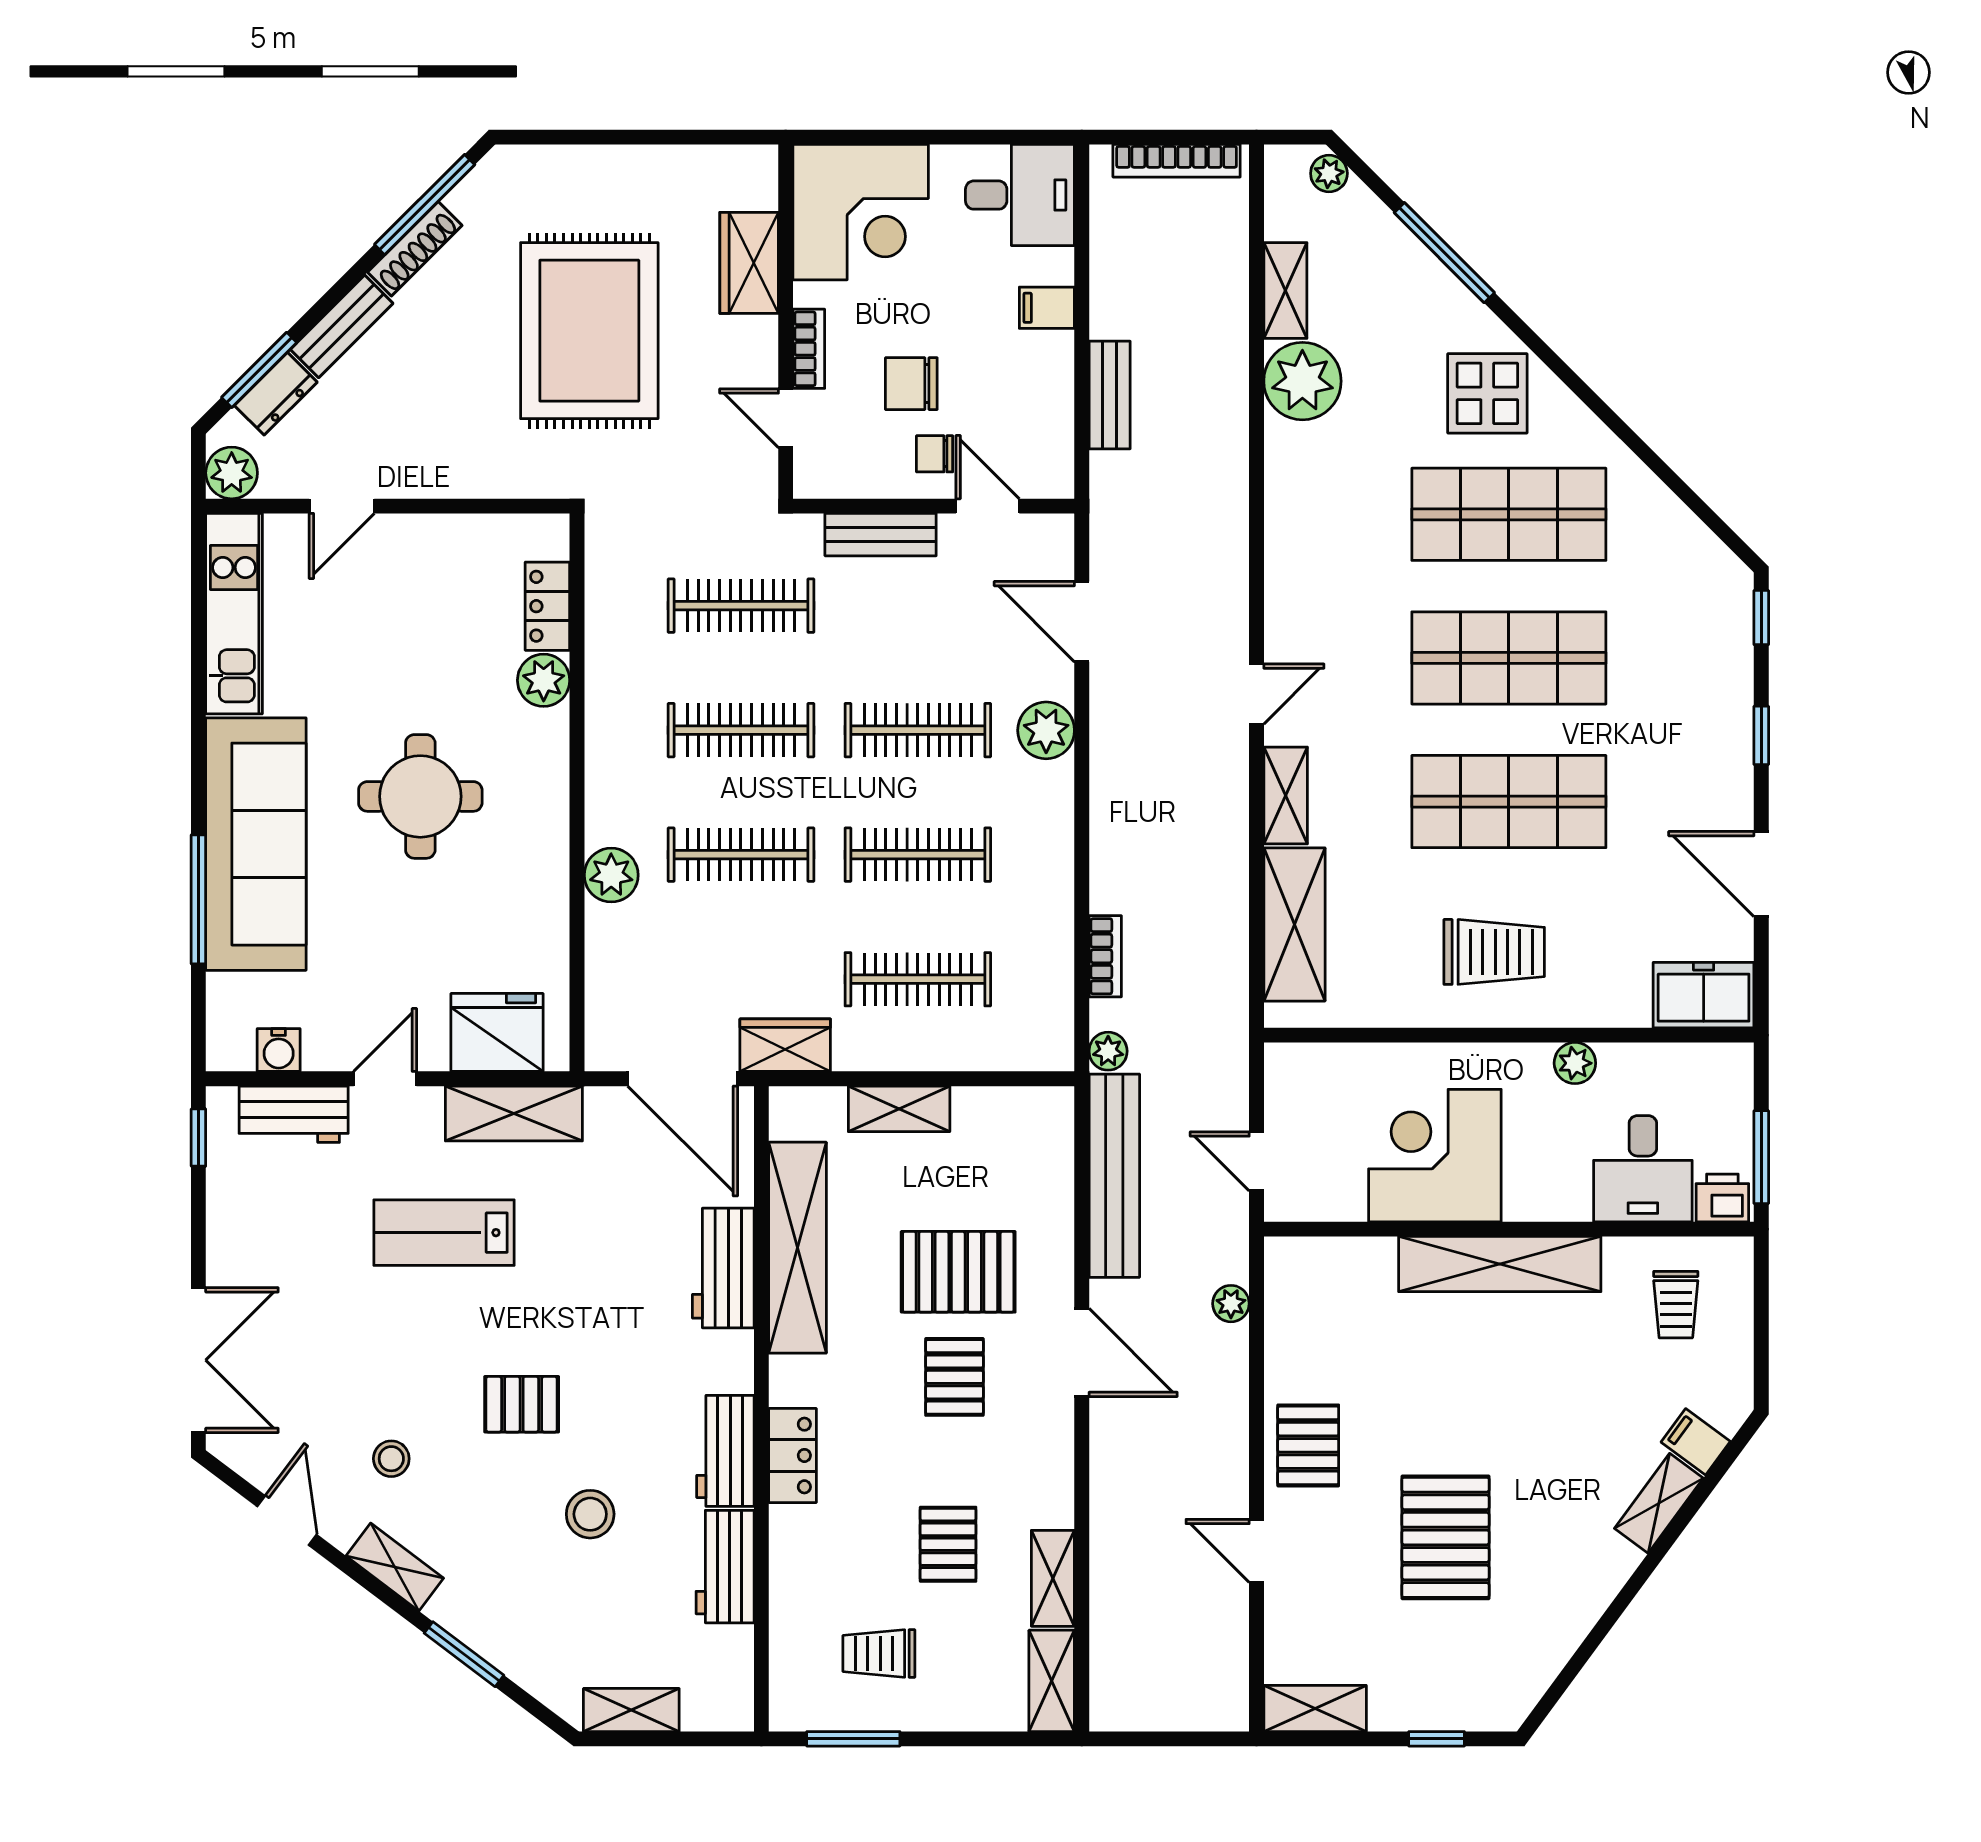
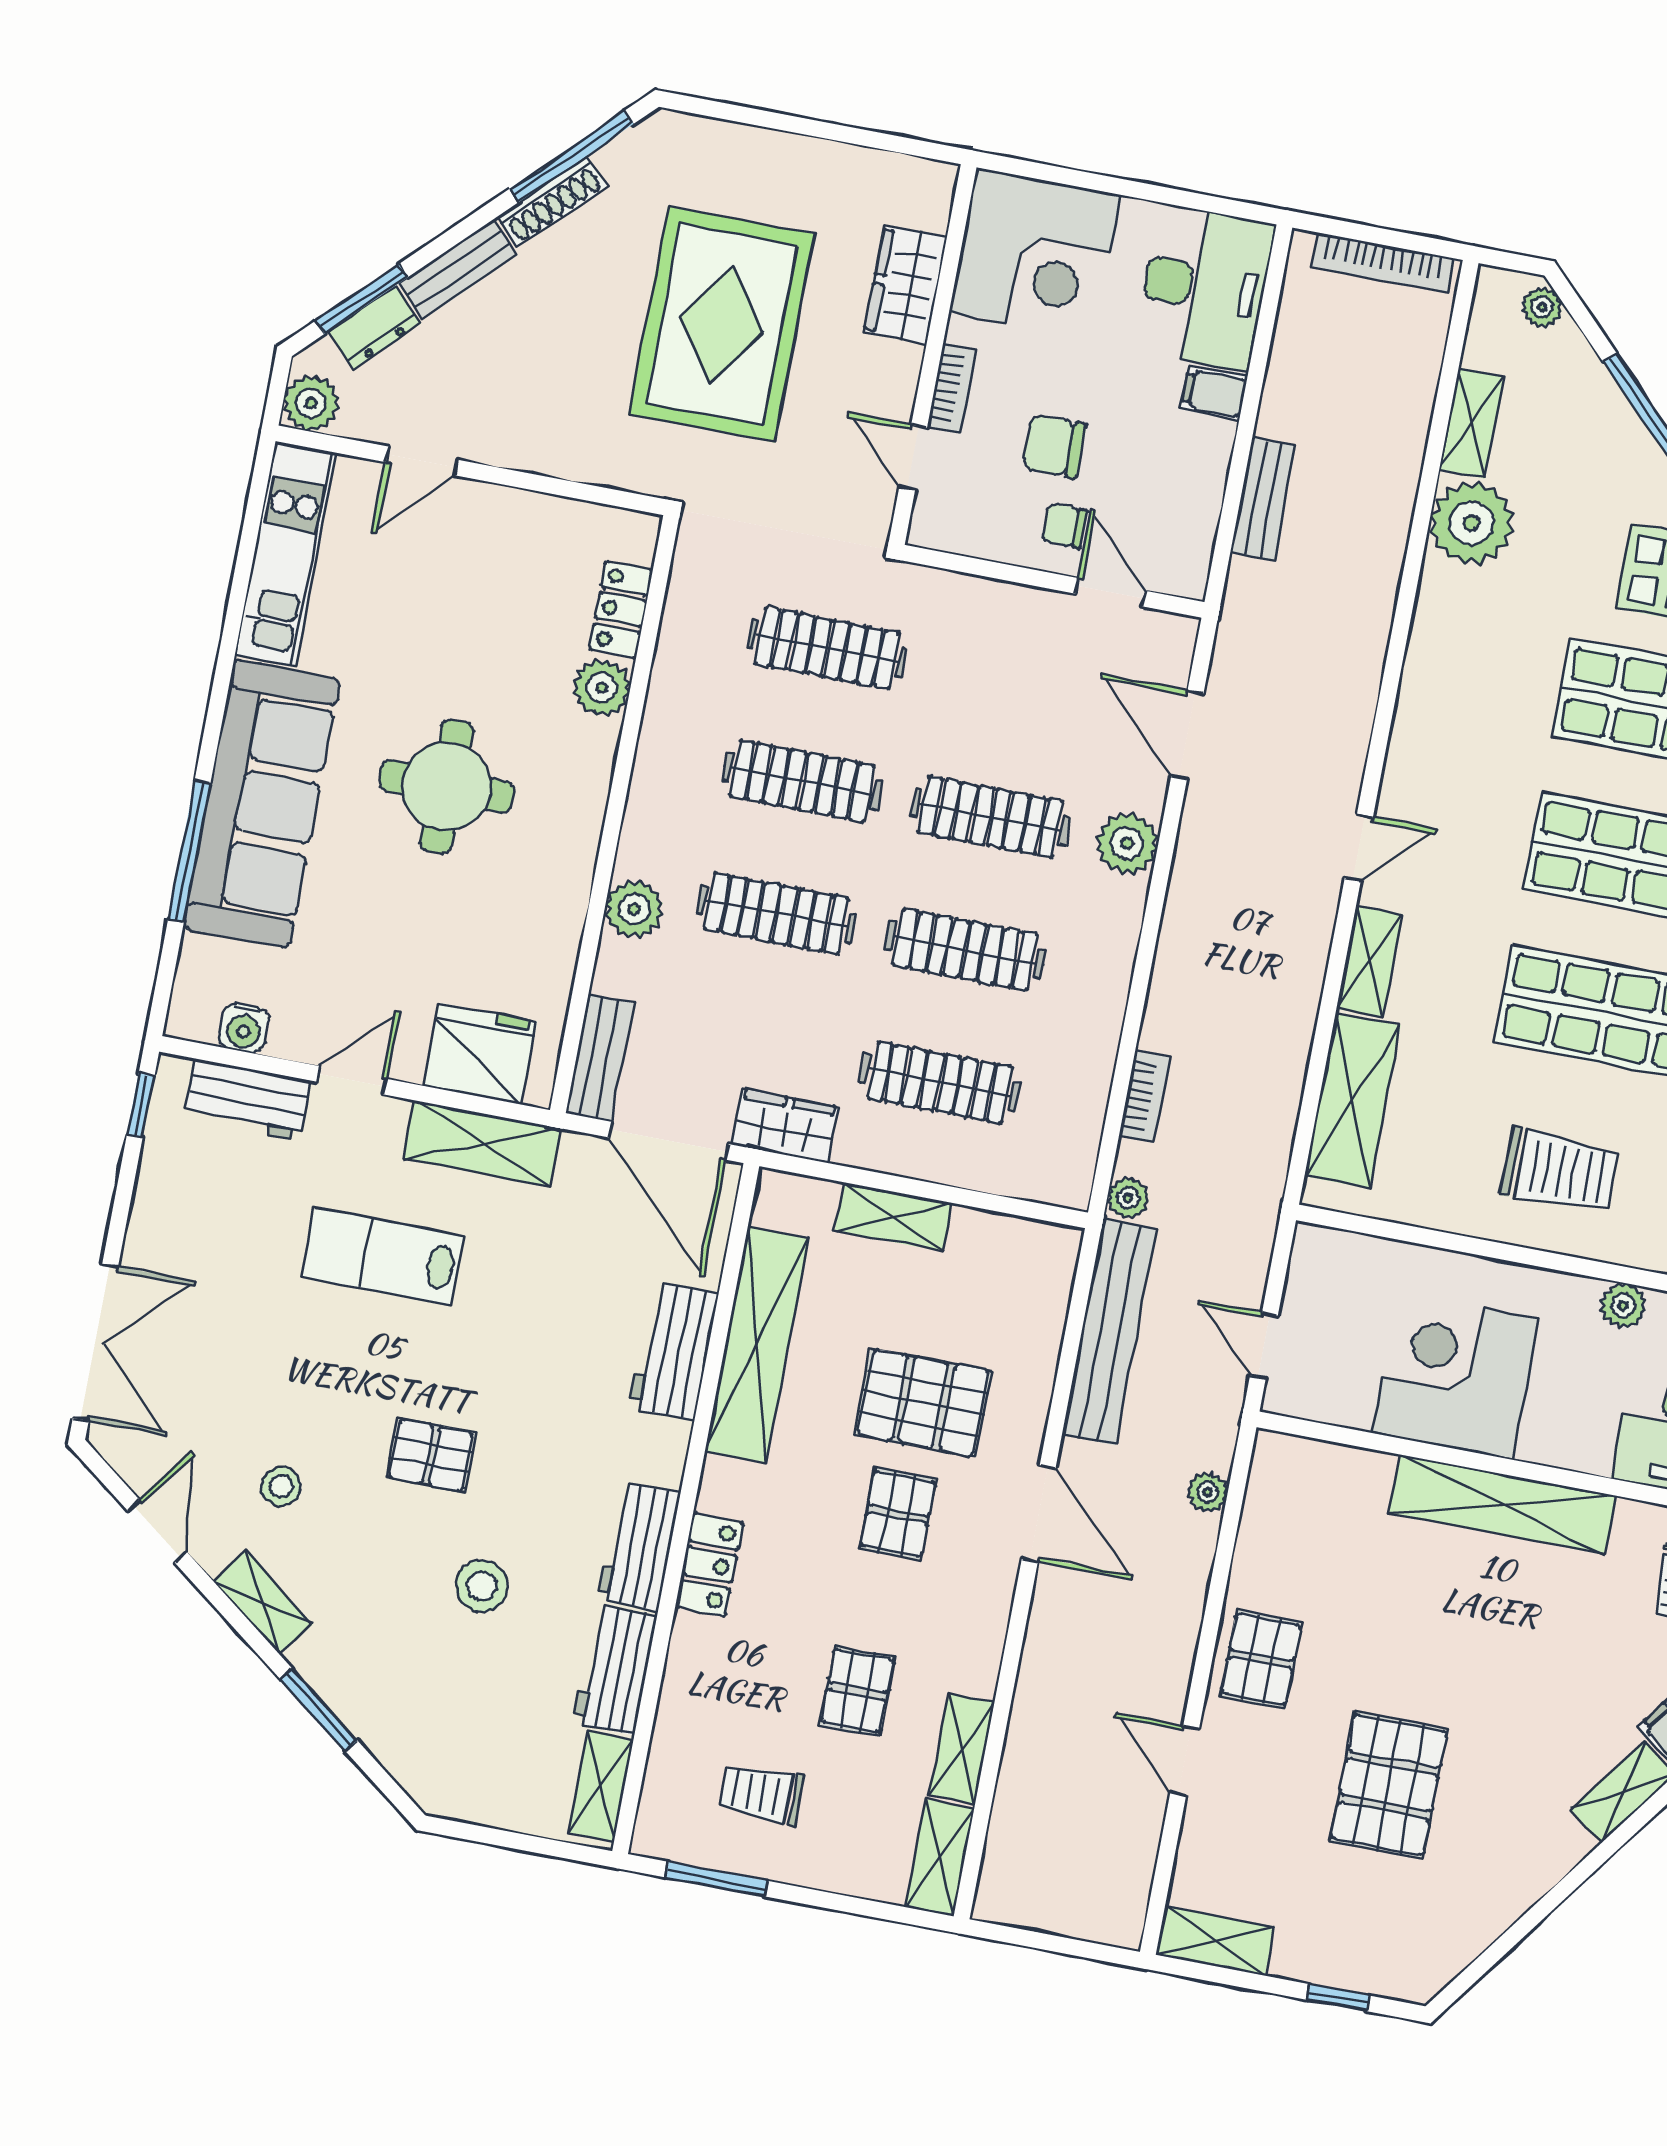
desk: (1020, 195) -> (1204, 287), width x1.37
bench: (881, 535) -> (599, 1058), moved, turned 90
shelving: (631, 1710) -> (601, 1786), moved, turned 90

